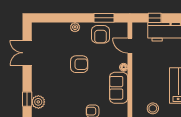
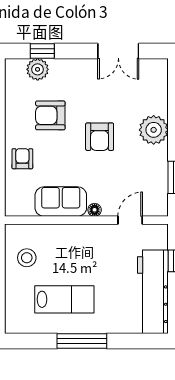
plant: (75, 27) -> (154, 130), width x1.88, depth x1.88
armchair: (100, 34) -> (50, 115), moved
double door: (27, 53) -> (118, 51), swing flipped

